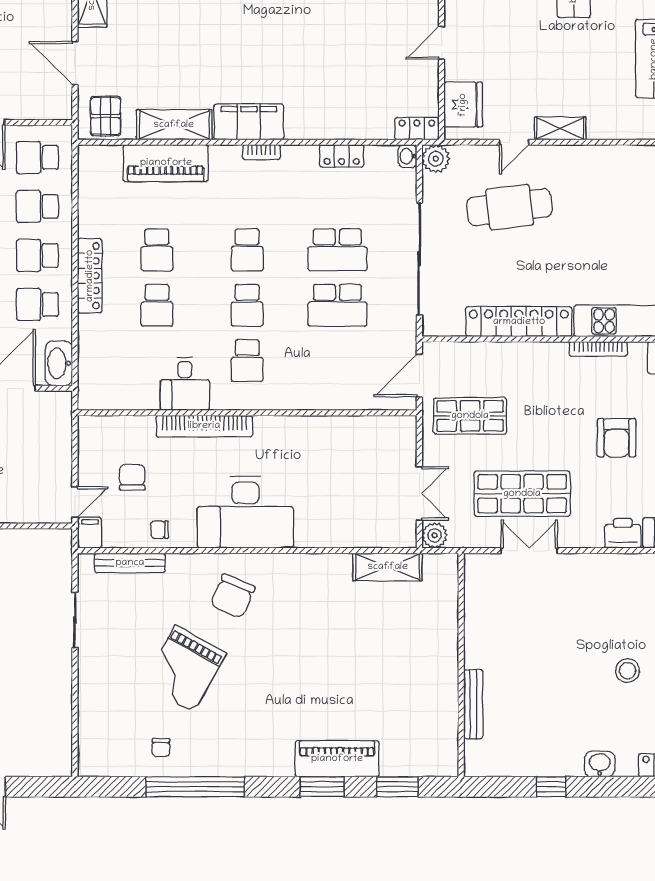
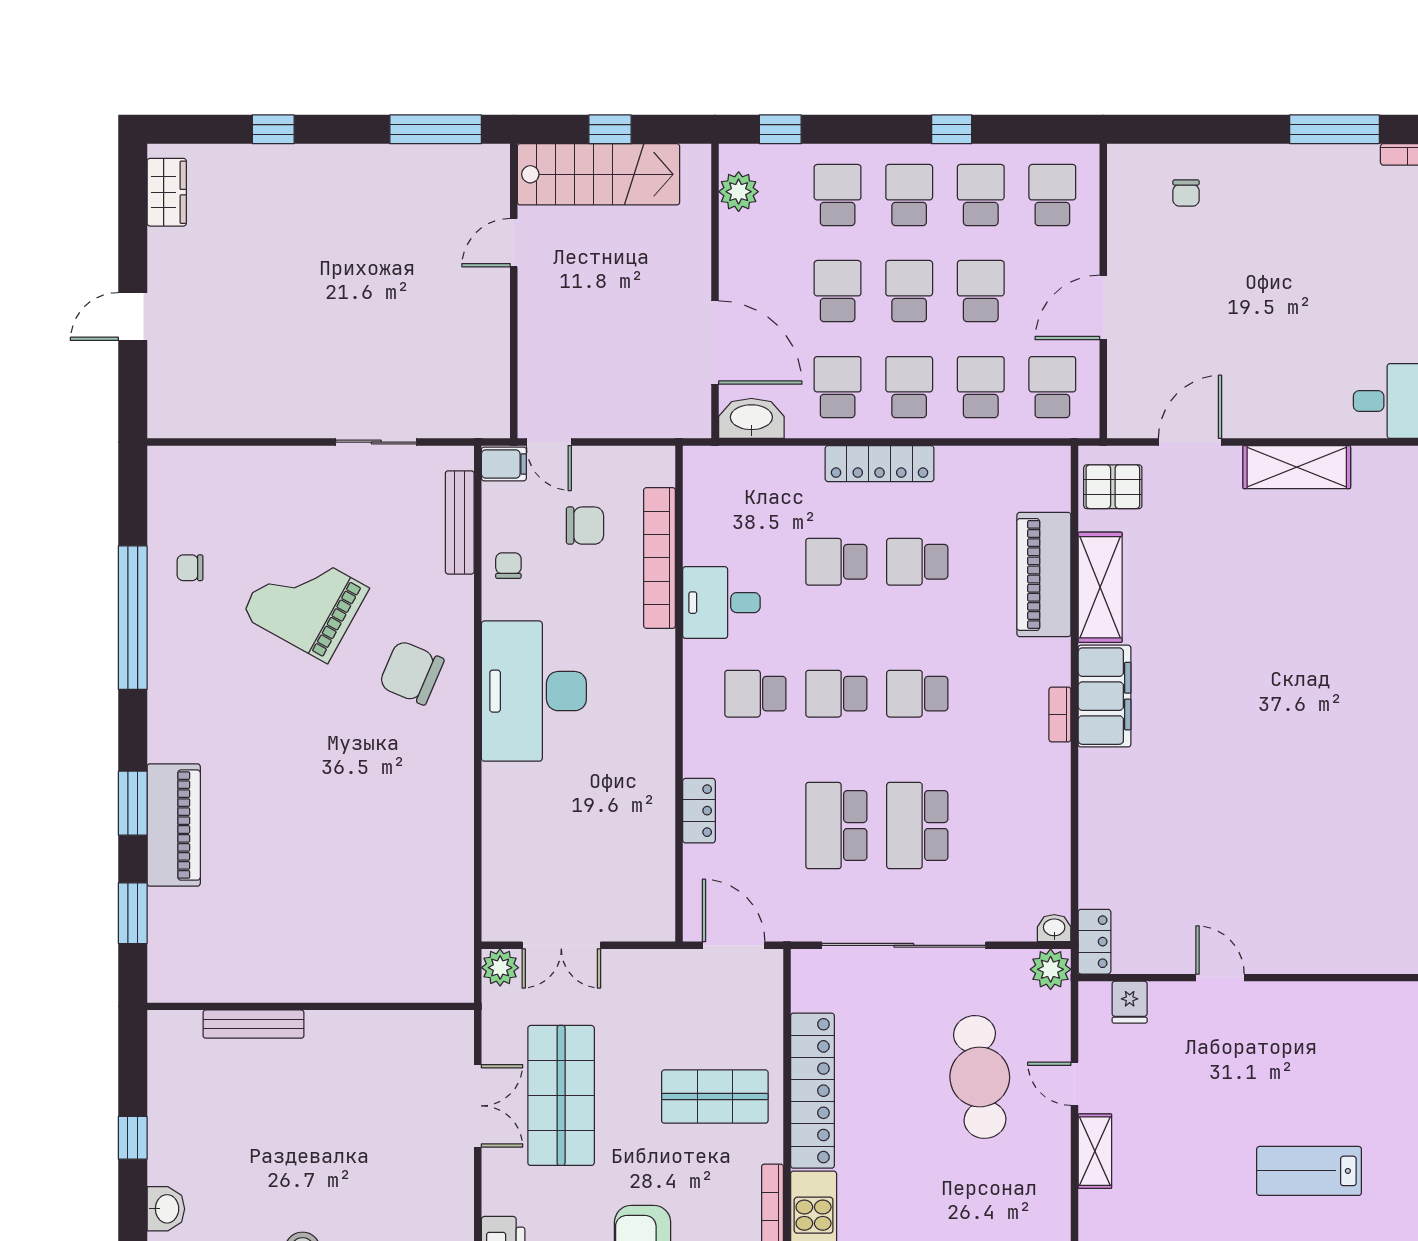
fridge: (463, 105) -> (1130, 1002), width x0.53, depth x0.75
locker: (342, 156) -> (699, 811), moved, turned 180
shop shelf: (470, 416) -> (715, 1097), moved, turned 90
bookcase: (204, 426) -> (660, 558), moved
shelving: (388, 567) -> (454, 899), removed

